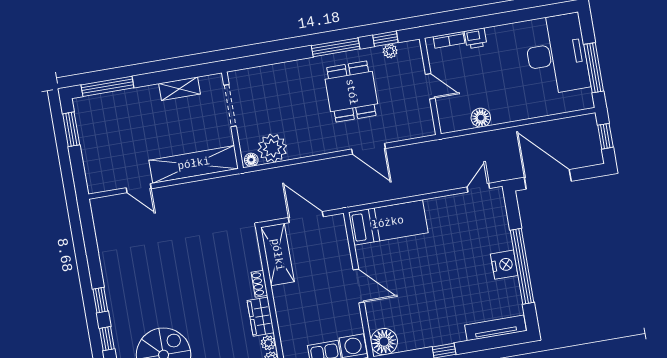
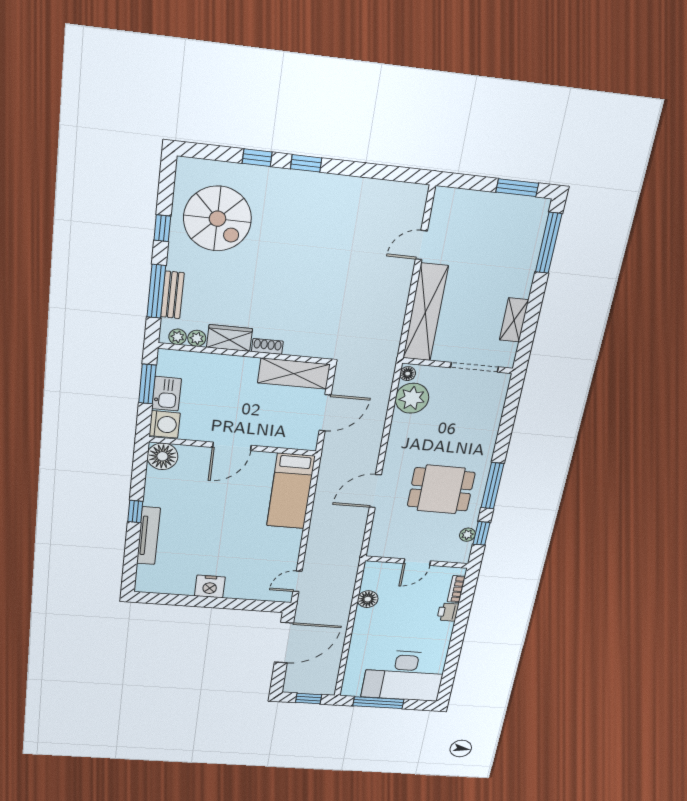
door: (478, 188) -> (298, 581), swing flipped
window: (522, 266) -> (203, 602), removed
tv unit: (495, 328) -> (148, 536), moved

